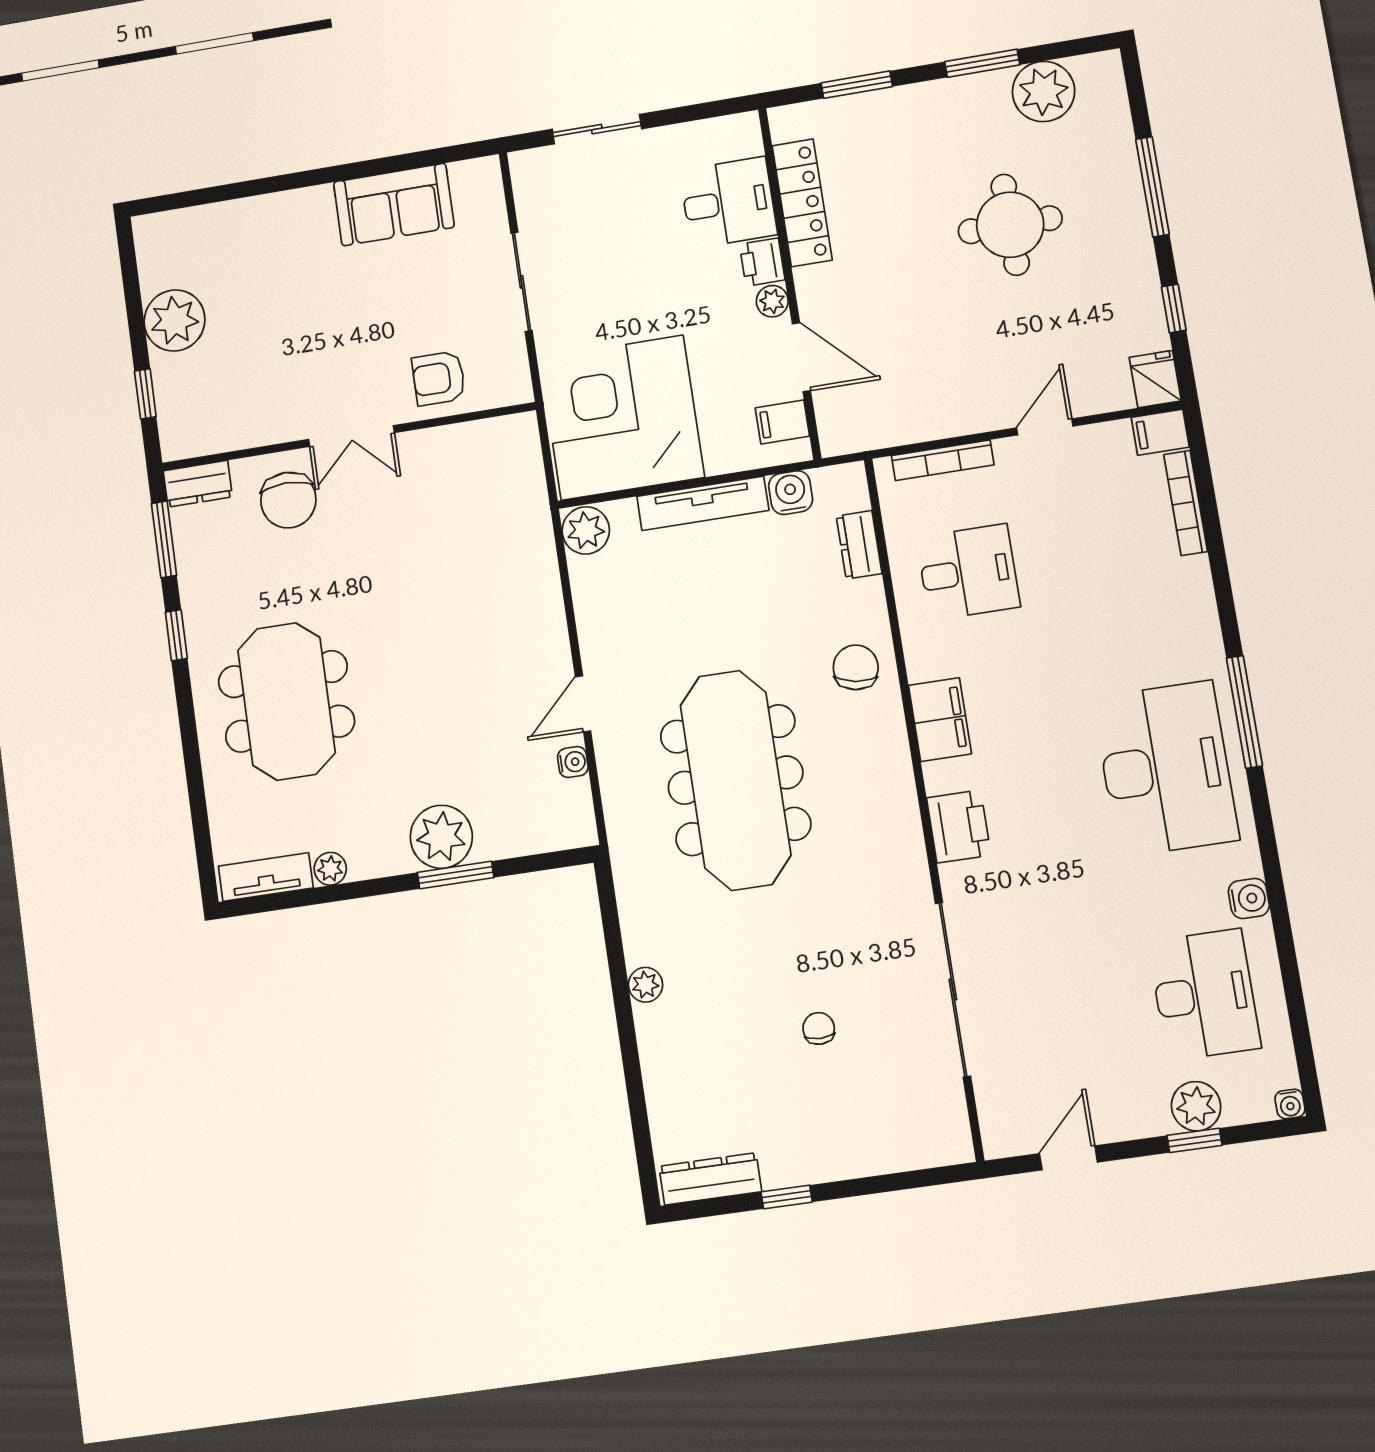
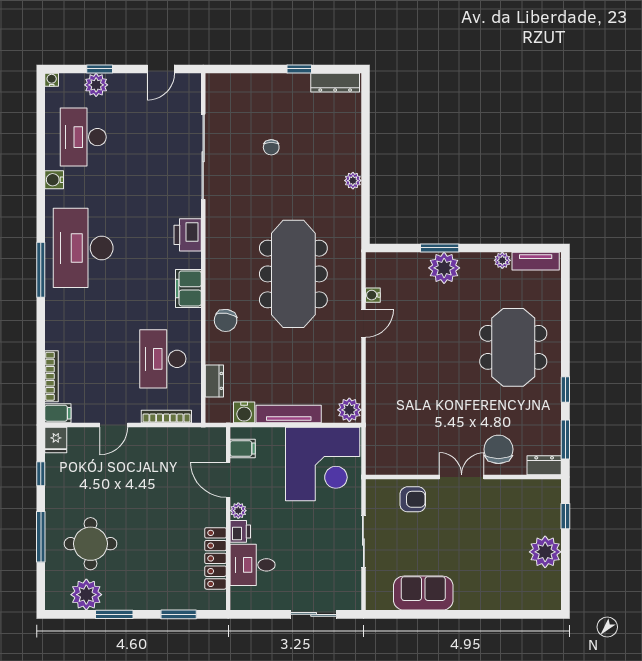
round table: (1010, 225) -> (91, 544), moved
desk: (968, 572) -> (163, 359), width x1.37

